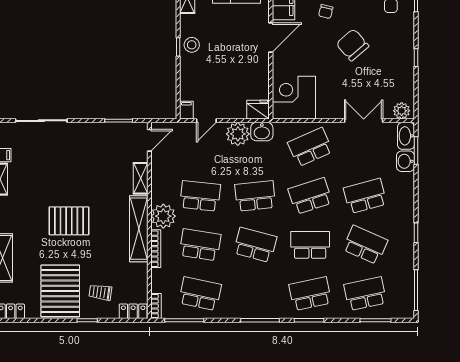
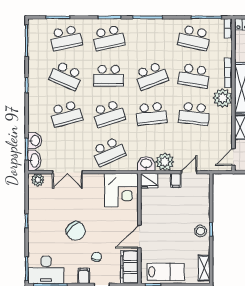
filing cabinet: (186, 110) -> (176, 180), moved
school desk: (255, 245) -> (151, 76), turned -36

